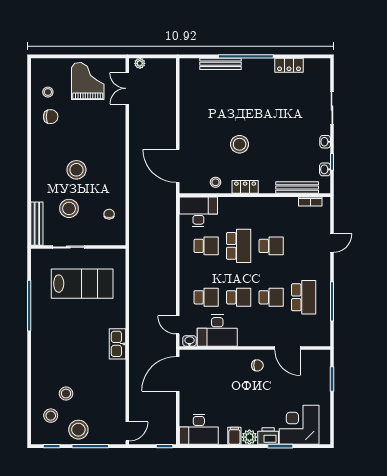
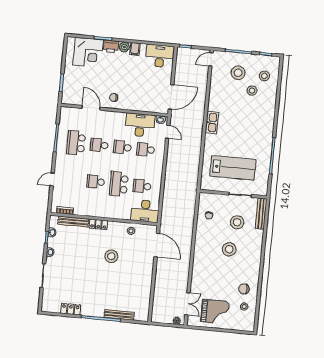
grand piano: (88, 81) -> (215, 312), turned -90
locker: (245, 187) -> (98, 224), moved
lab bench: (82, 284) -> (233, 168), turned 180
stool: (78, 430) -> (238, 73), moved

